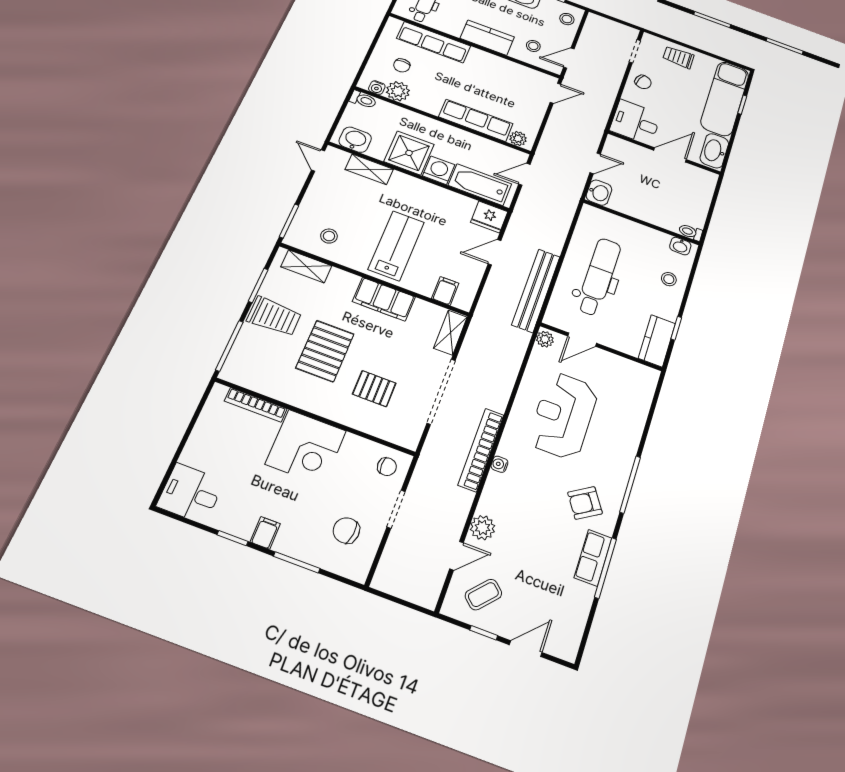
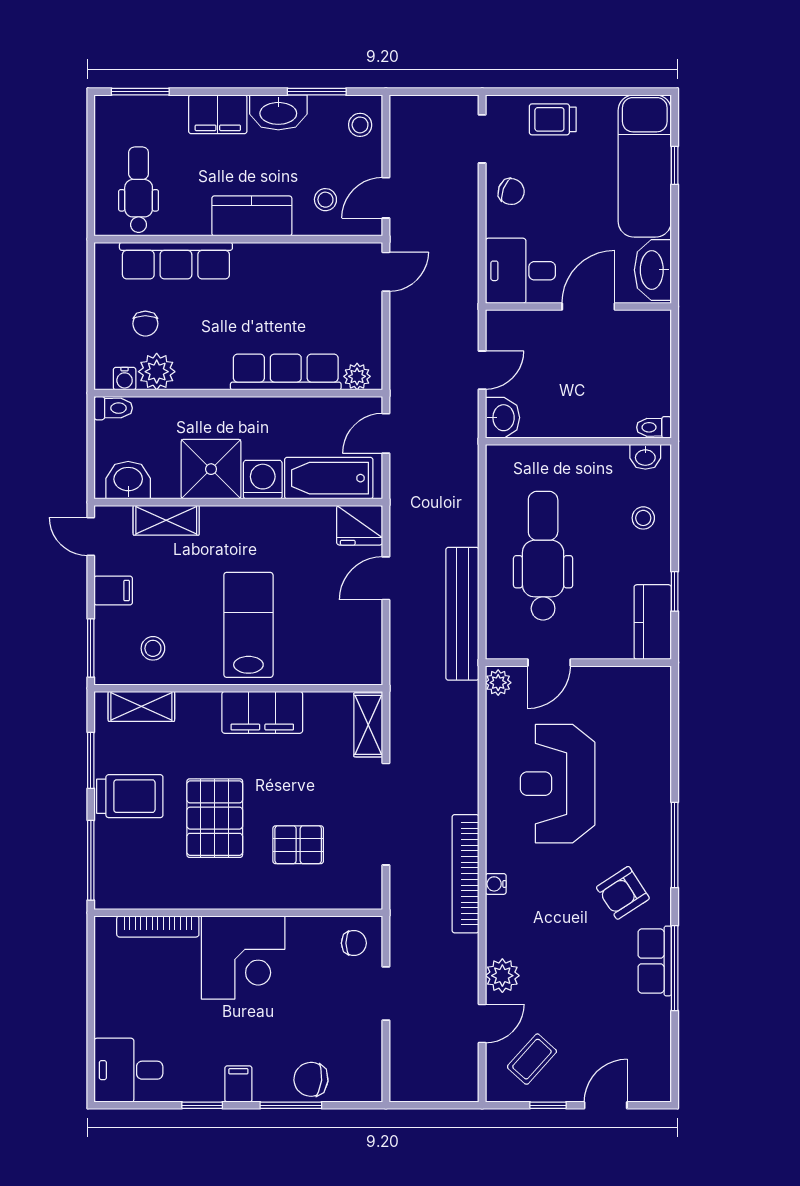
filing cabinet: (445, 291) -> (113, 591), moved, turned 90
chair: (346, 530) -> (311, 1079), moved

